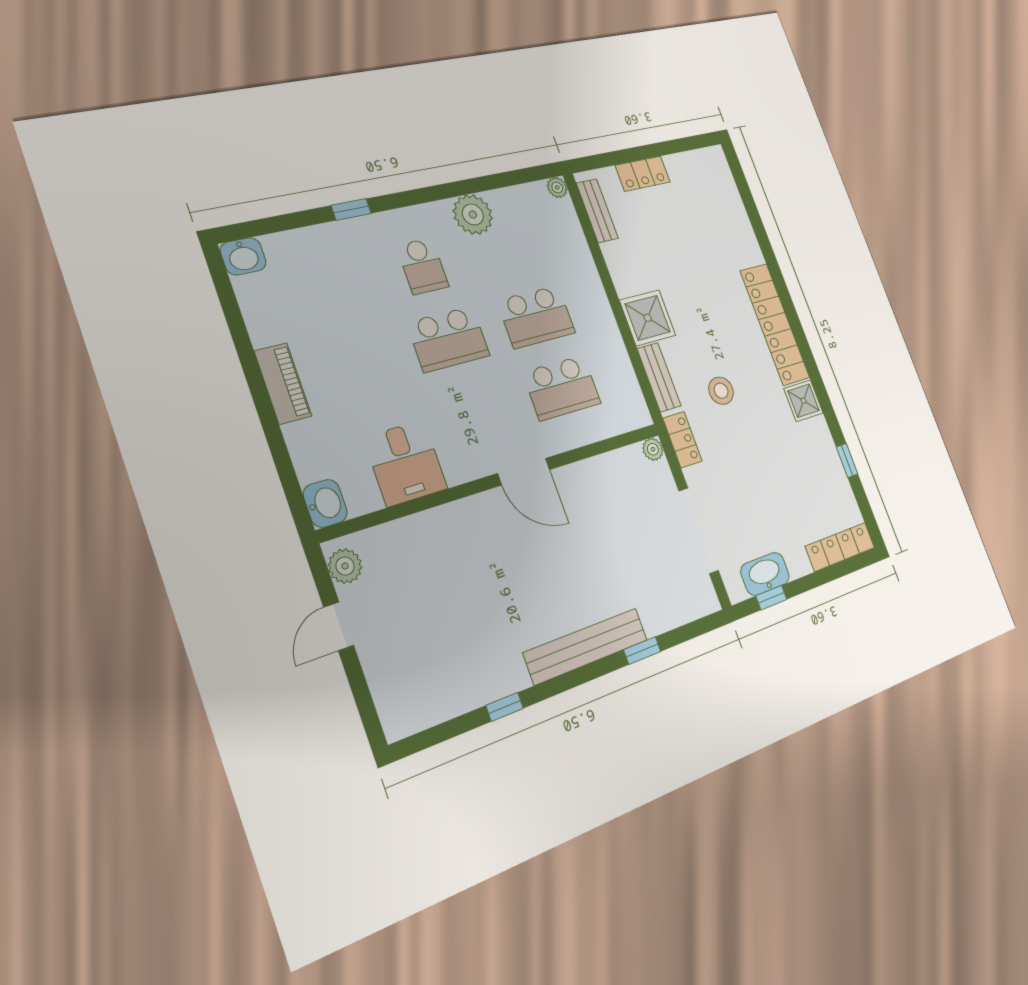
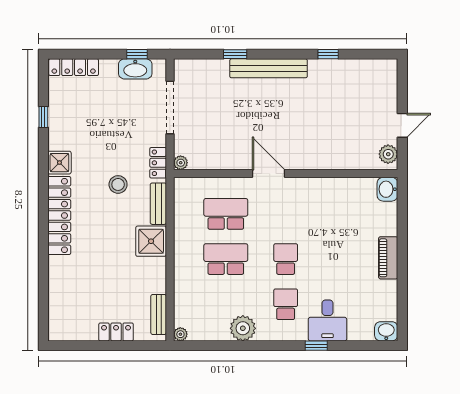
school desk: (448, 339) -> (286, 259), width x0.54
desk: (406, 463) -> (328, 320), moved, turned 180

